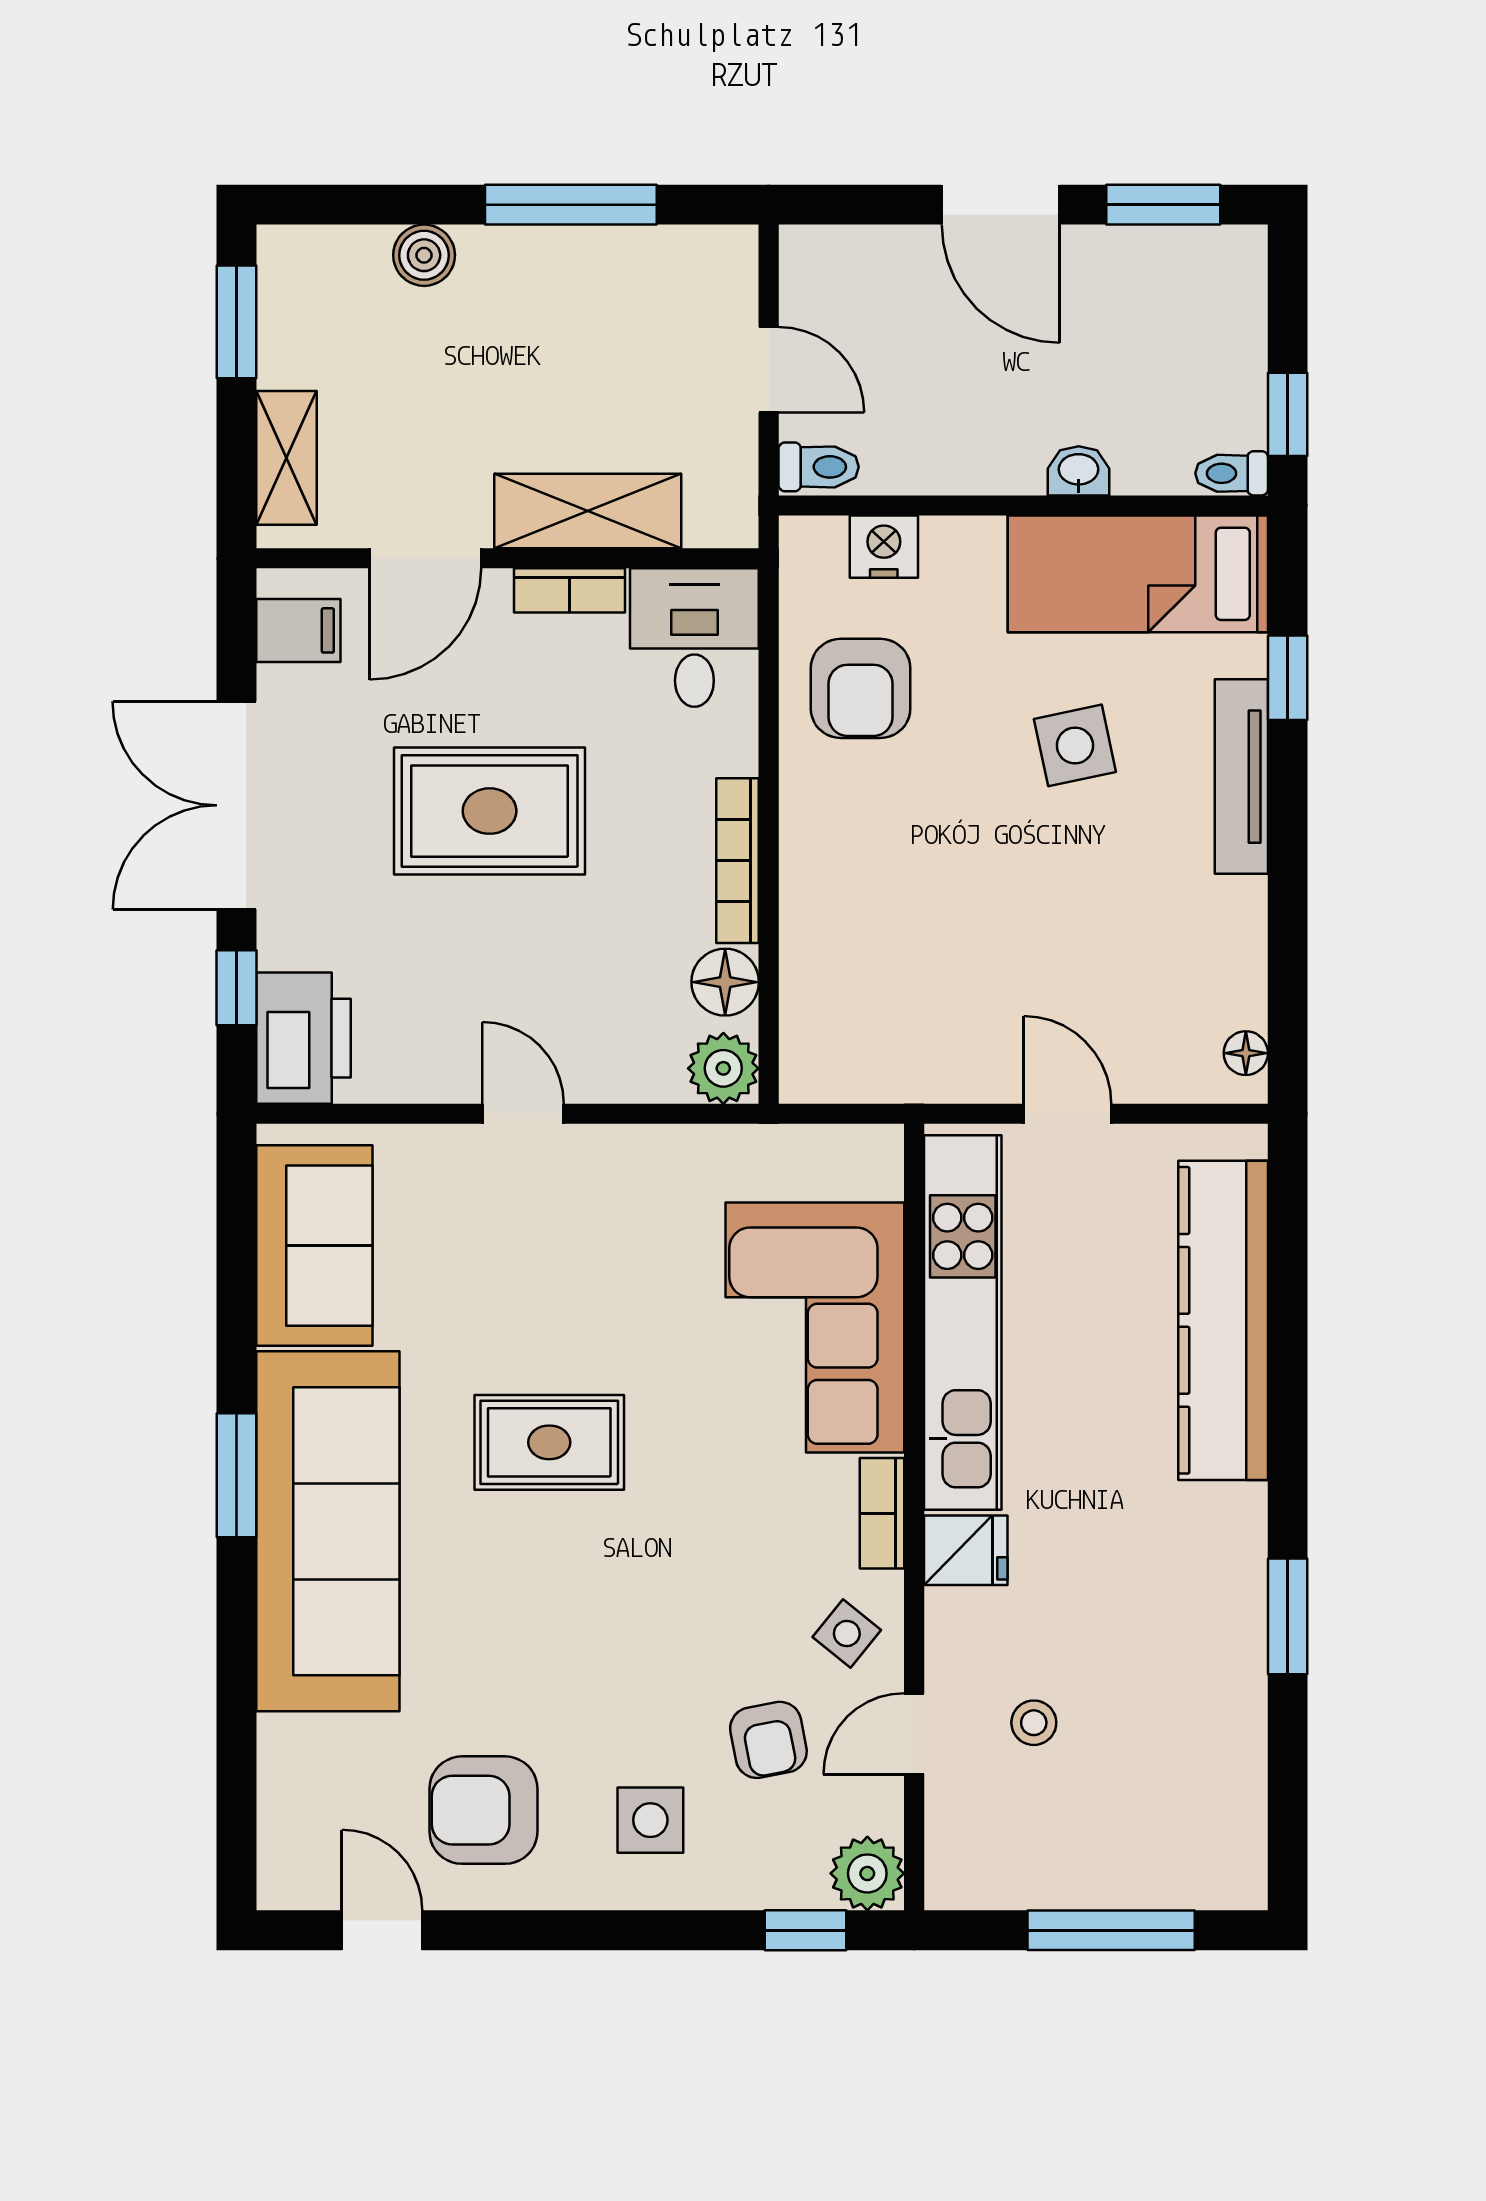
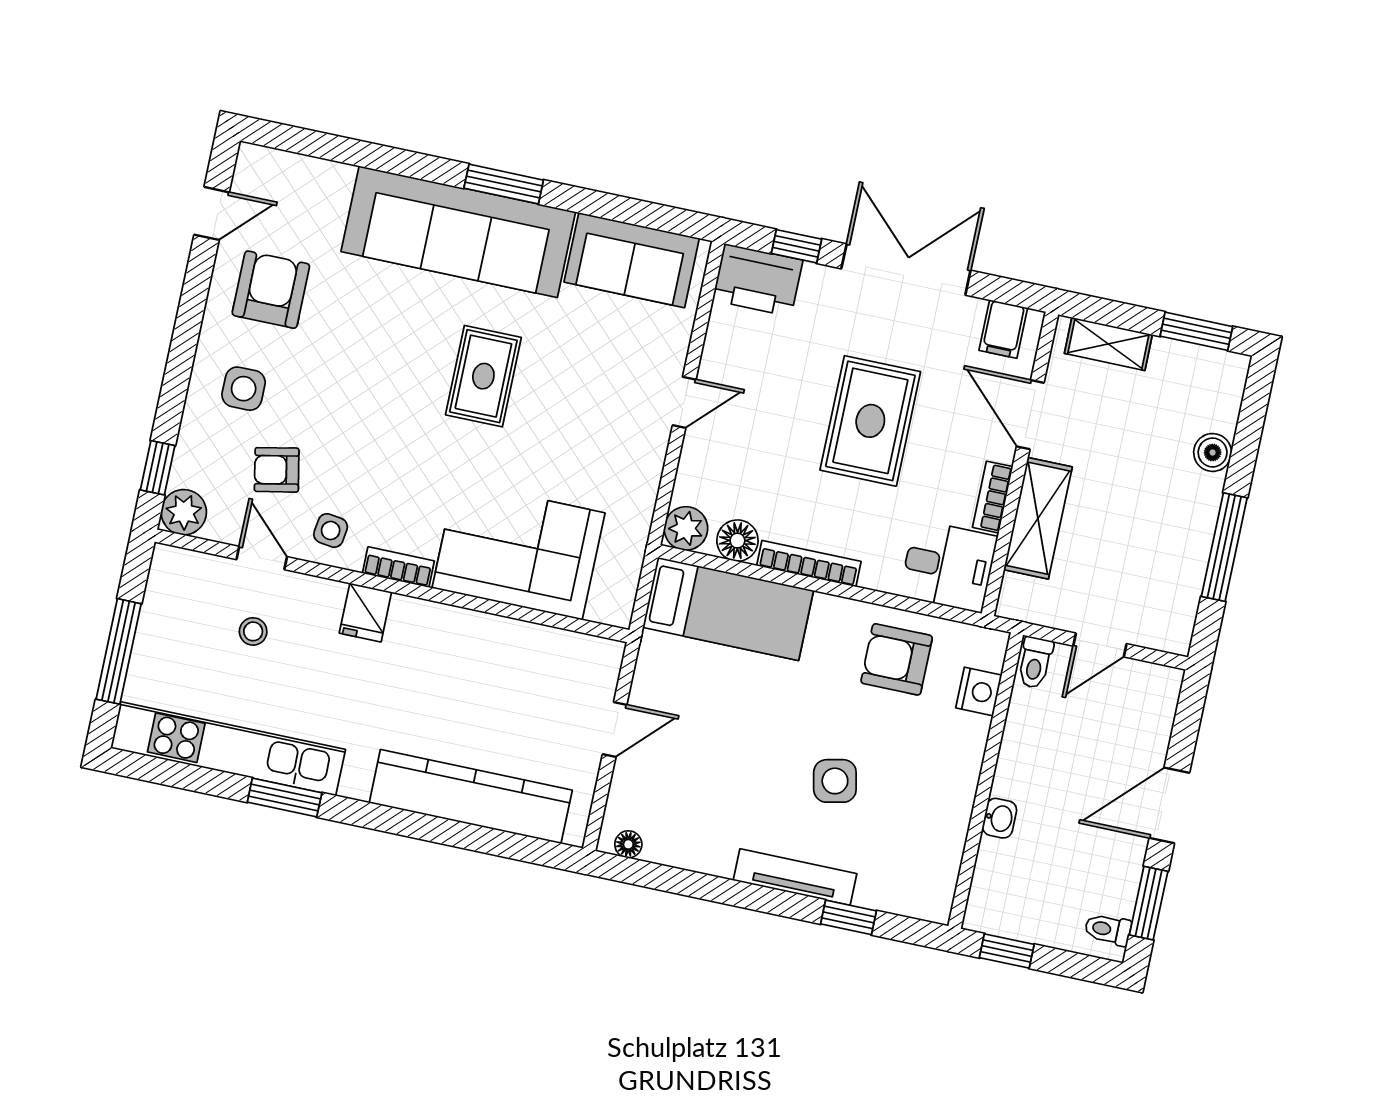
toilet: (1232, 473) -> (1108, 930), moved, turned -90
bed: (1138, 574) -> (728, 609), moved, turned 90
kitchen unit: (963, 1323) -> (228, 749), moved, turned 180
side table: (847, 1633) -> (331, 530), turned -31

